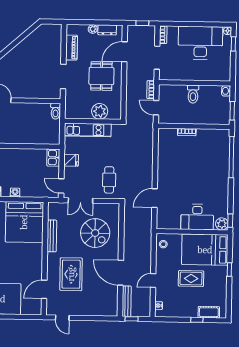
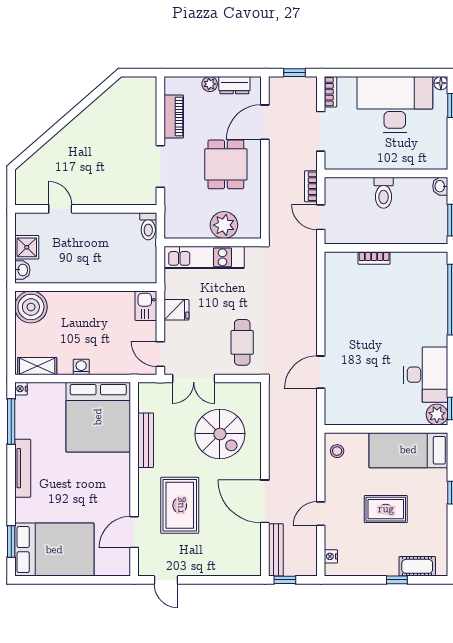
desk: (197, 217) -> (426, 375), moved, turned -90
bed: (205, 250) -> (408, 450), width x0.67

